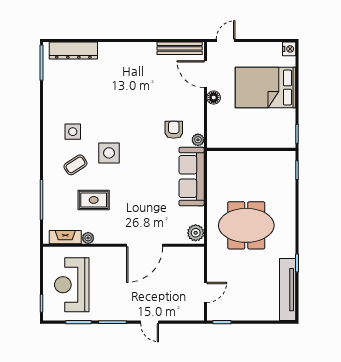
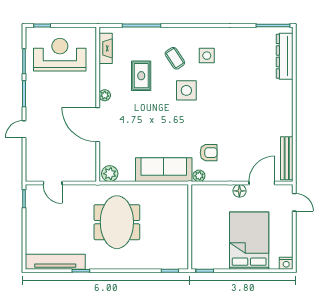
plant: (88, 238) -> (105, 95), moved

